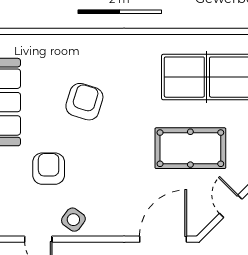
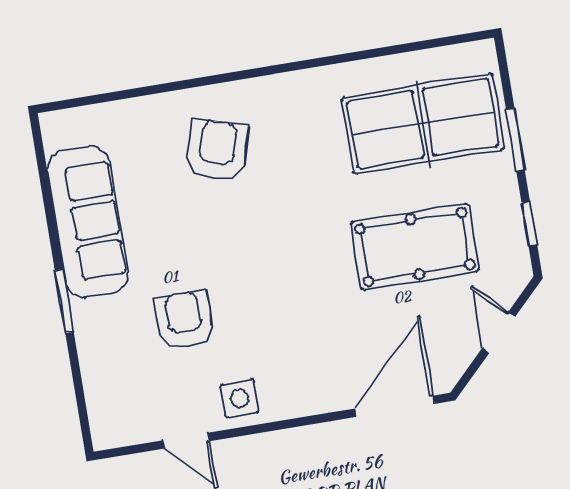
armchair: (84, 102) -> (217, 150), moved
side table: (73, 220) -> (240, 398), turned -36

